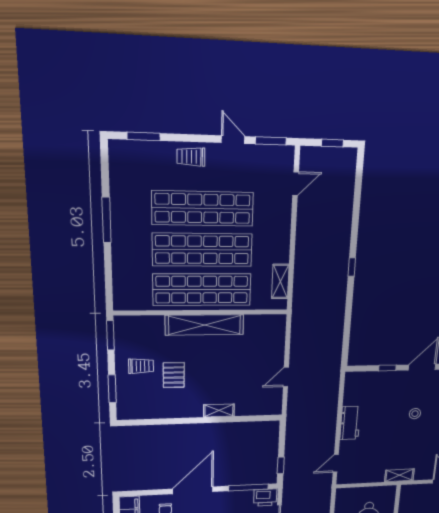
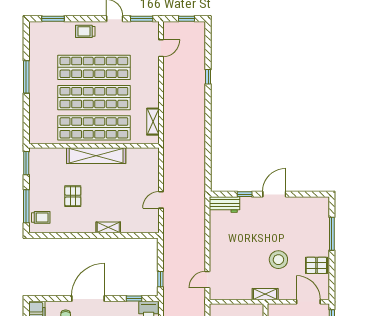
window: (352, 267) -> (208, 77), moved
trolley: (141, 366) -> (41, 217), moved
window: (112, 389) -> (26, 206), width x1.44
stool: (415, 414) -> (278, 260), moved, width x1.89, depth x1.89
workbench: (350, 423) -> (224, 204), moved, turned 90
window: (249, 487) -> (134, 299), width x0.46

